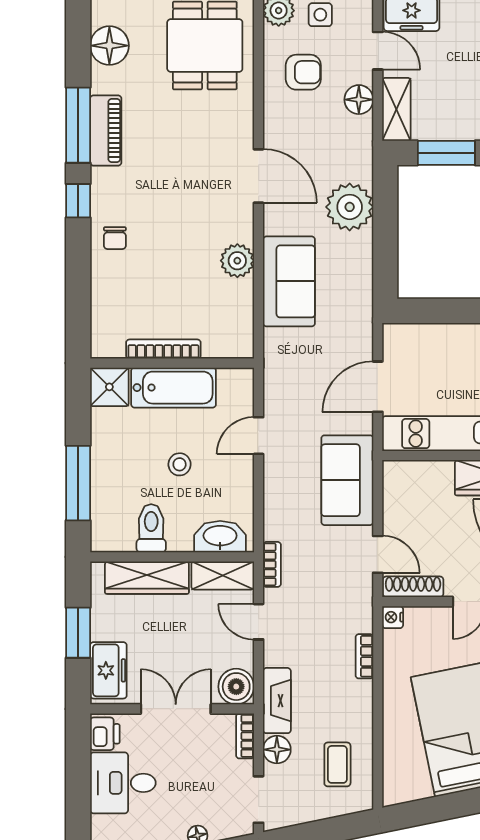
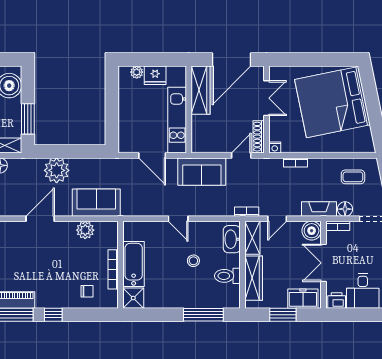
chair: (115, 238) -> (87, 291), moved
bookcase: (163, 349) -> (113, 269), moved
wall: (172, 363) -> (121, 265), moved
shower: (109, 387) -> (133, 298), moved
bathtub: (174, 388) -> (134, 264), moved

